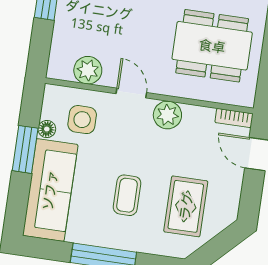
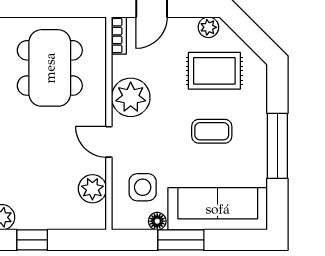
door: (131, 93) -> (109, 142), hinge flipped
plant: (167, 115) -> (131, 97), width x1.36, depth x1.36
plant: (229, 207) -> (208, 27), added

